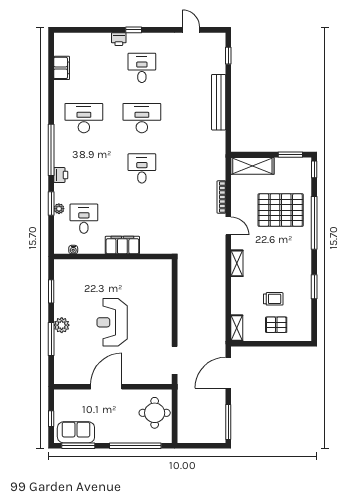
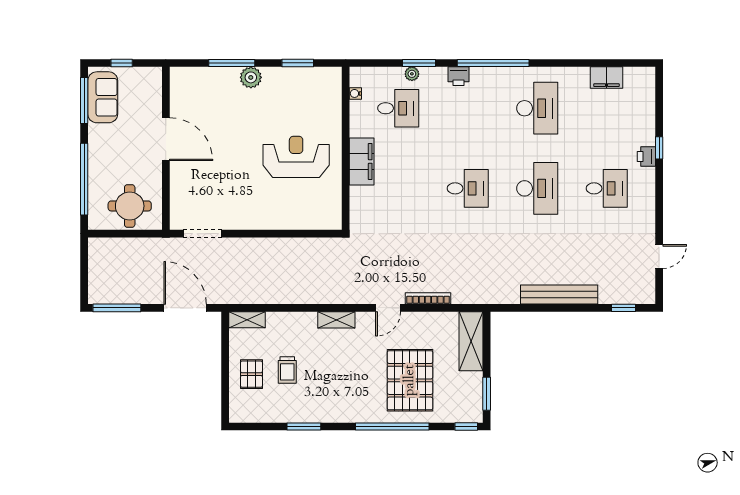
window: (134, 30) -> (659, 148), moved
reception desk: (112, 322) -> (296, 157), moved

